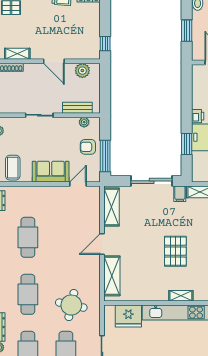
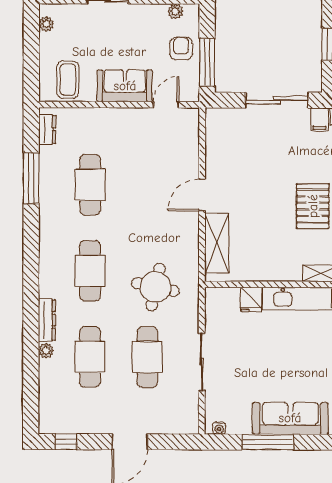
armchair: (88, 147) -> (181, 49), turned 90
shelving: (112, 207) -> (217, 139), removed
fridge: (128, 316) -> (251, 300), width x0.53, depth x0.75

